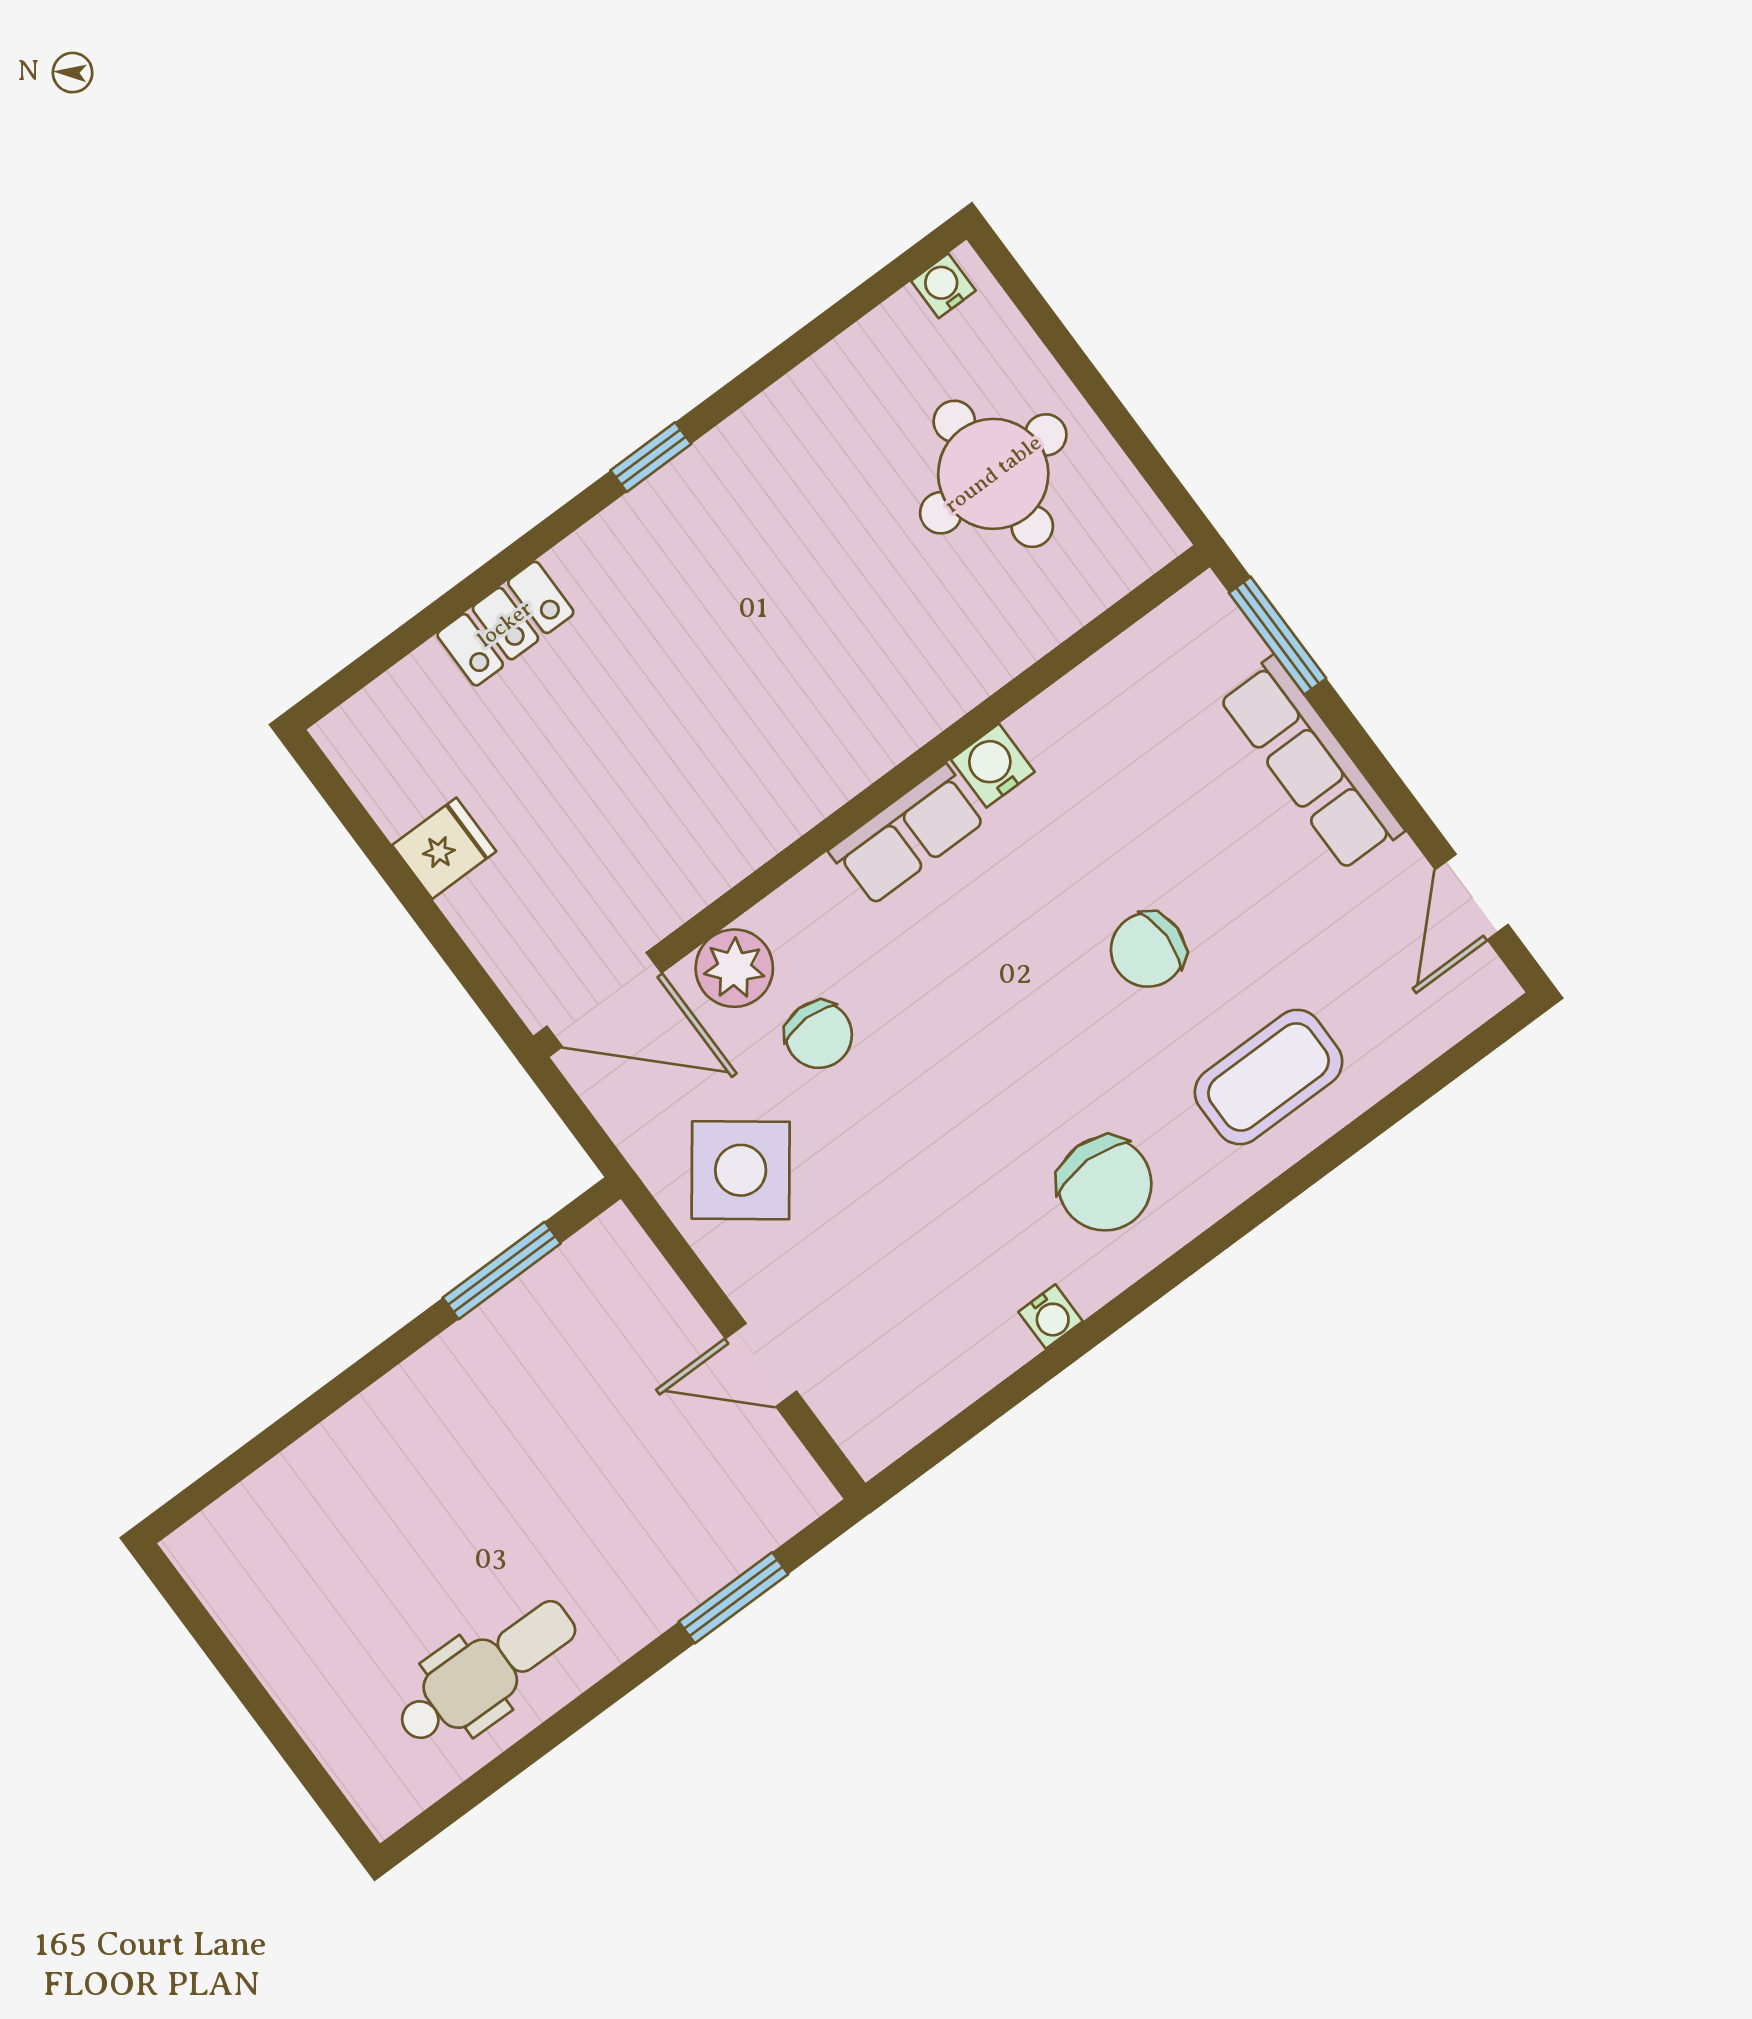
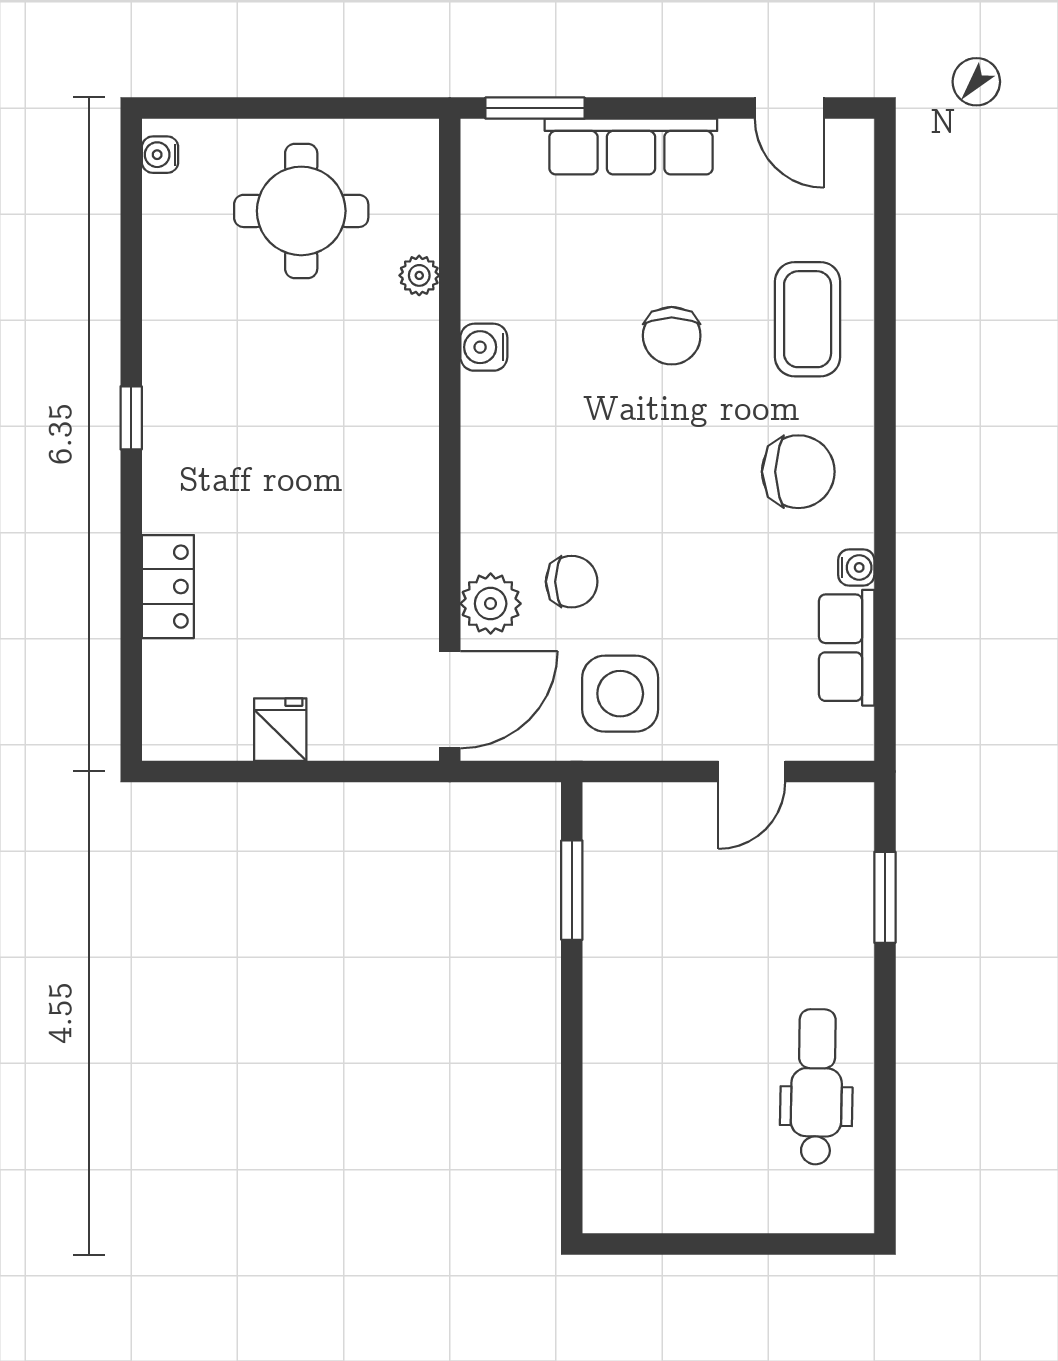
plant: (1017, 644) -> (419, 275), added
row of seats: (908, 835) -> (847, 648), moved, turned 180
side table: (741, 1170) -> (620, 694), turned -37

